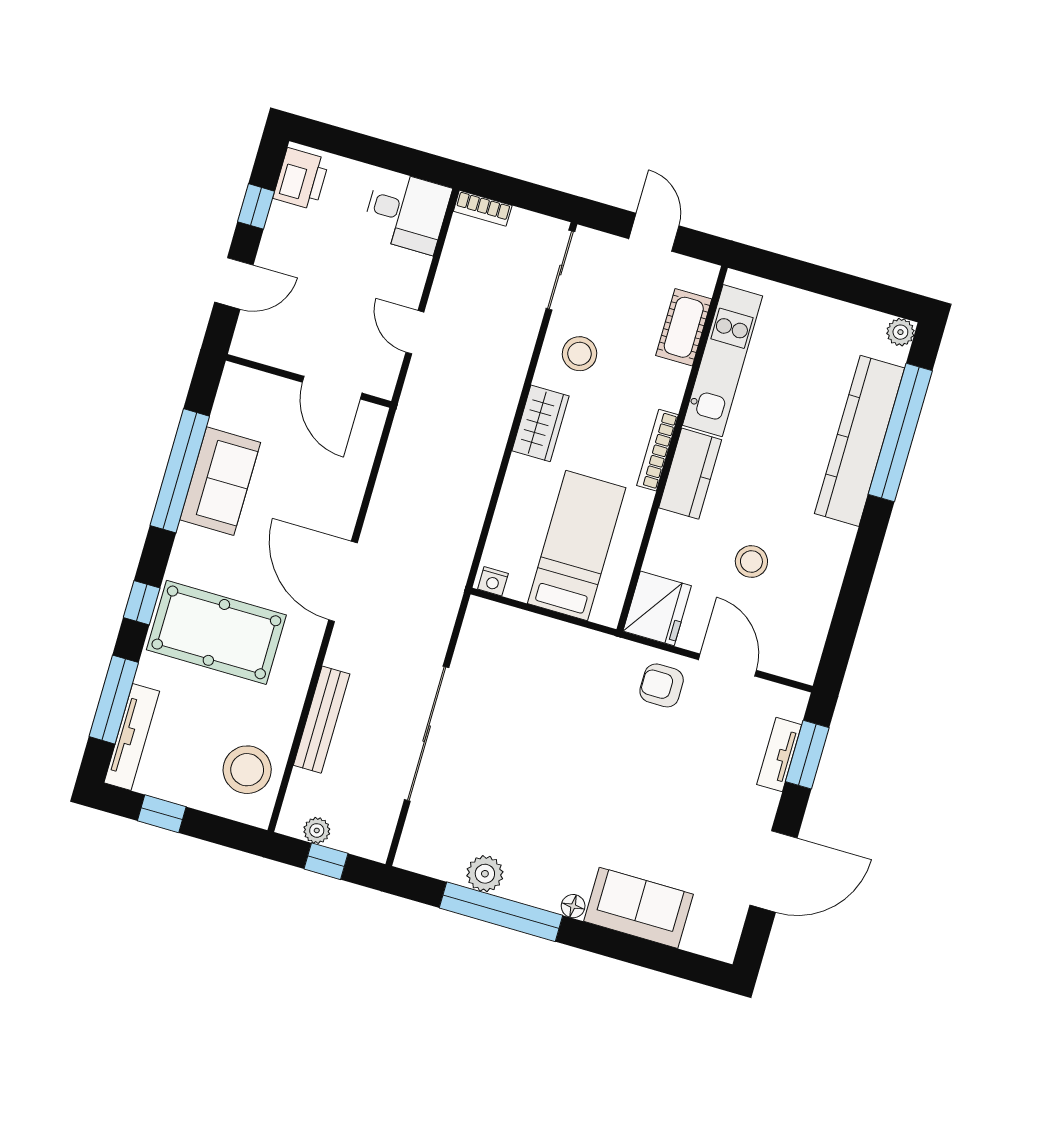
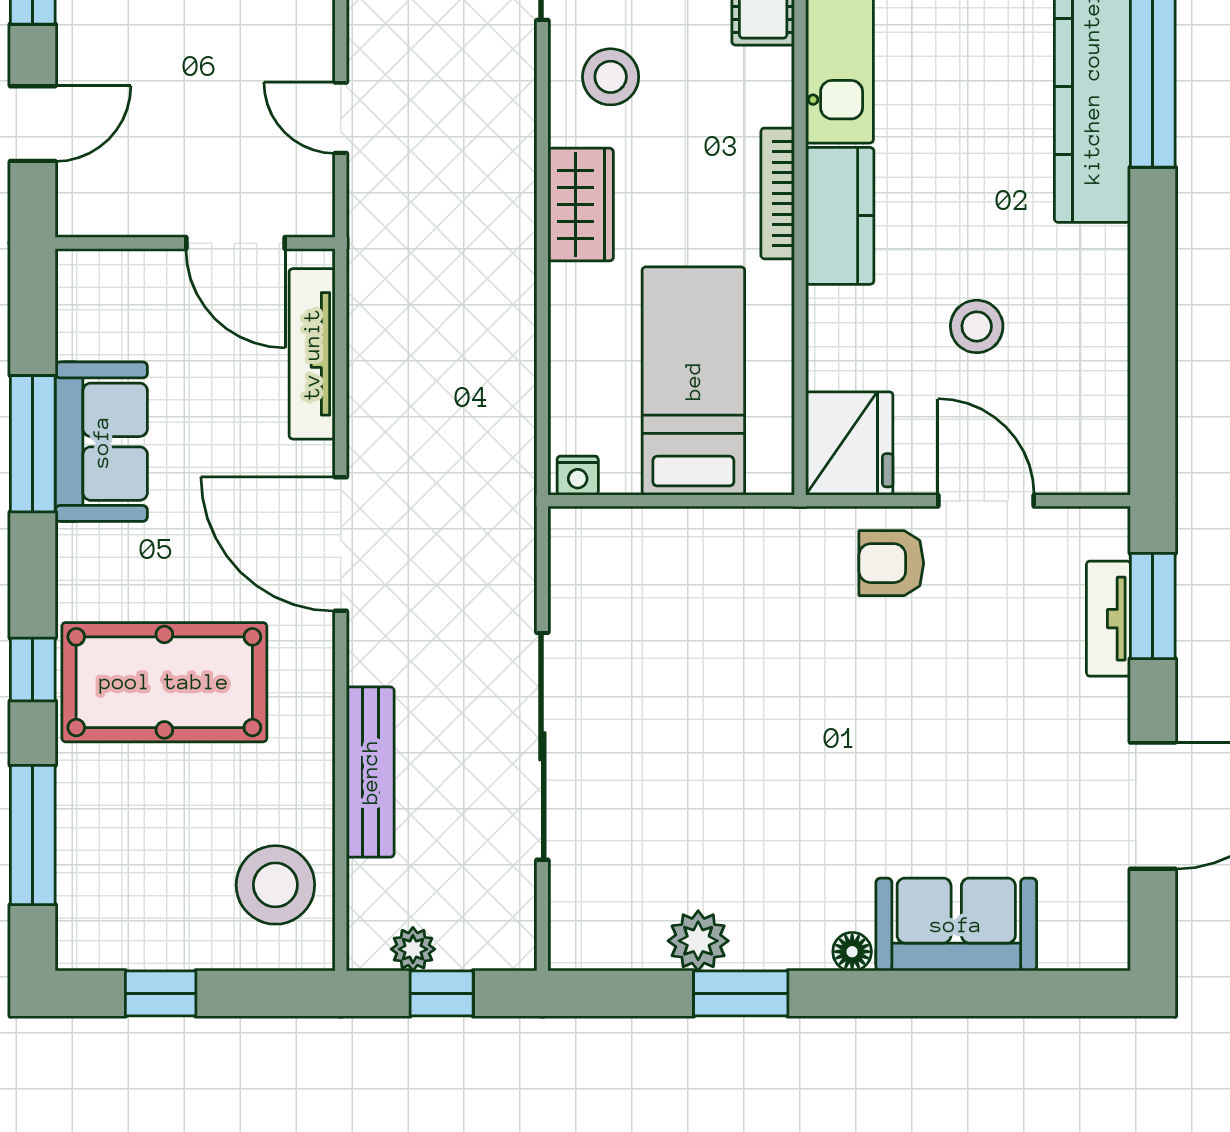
window: (180, 471) -> (33, 444), width x0.68
tv unit: (132, 737) -> (312, 354), moved, turned 180
window: (501, 912) -> (741, 993), width x0.47

